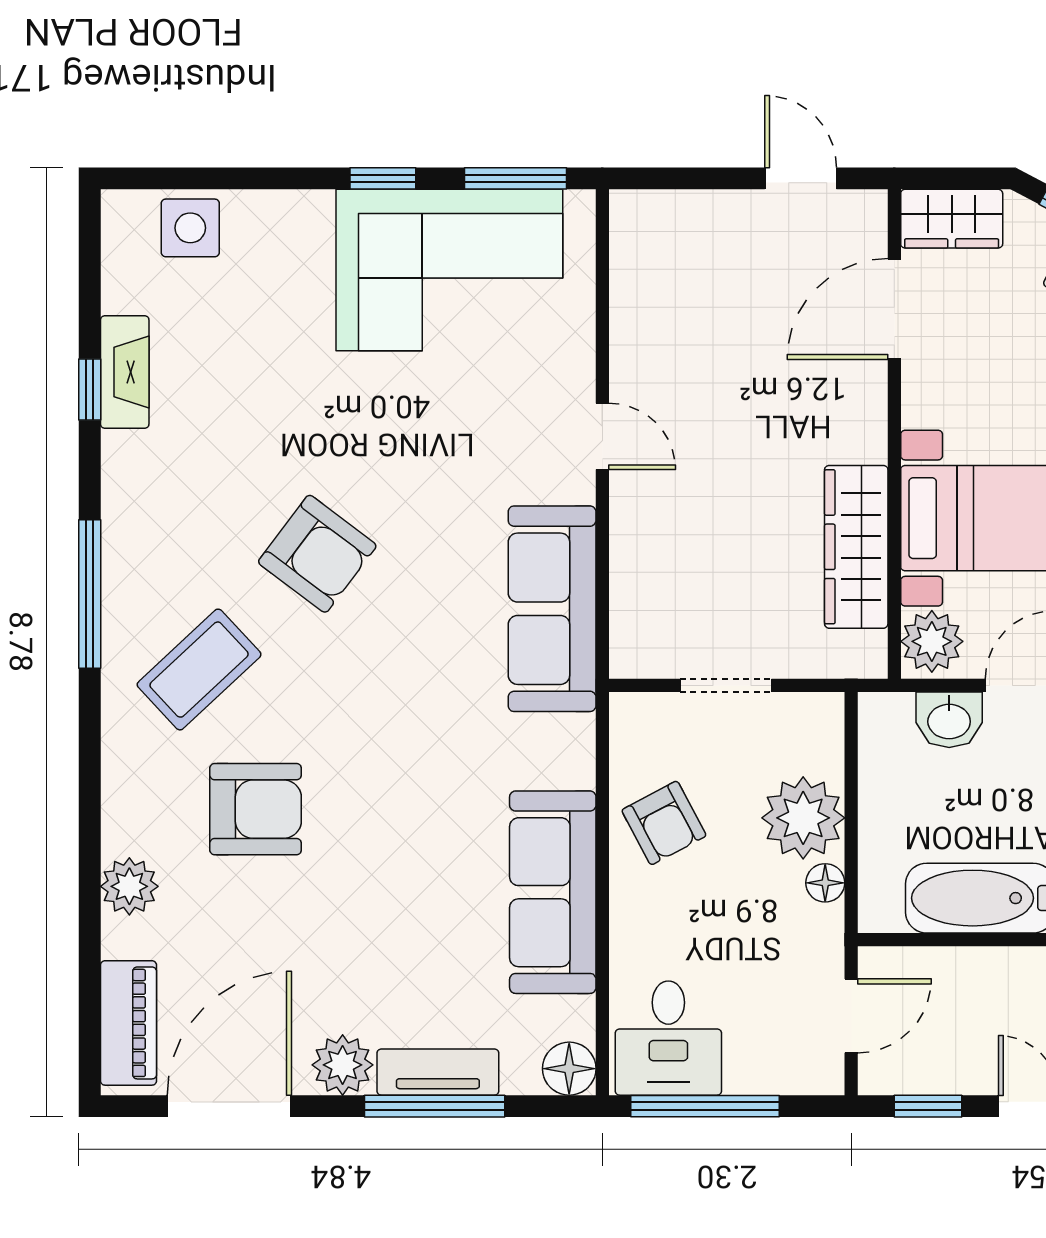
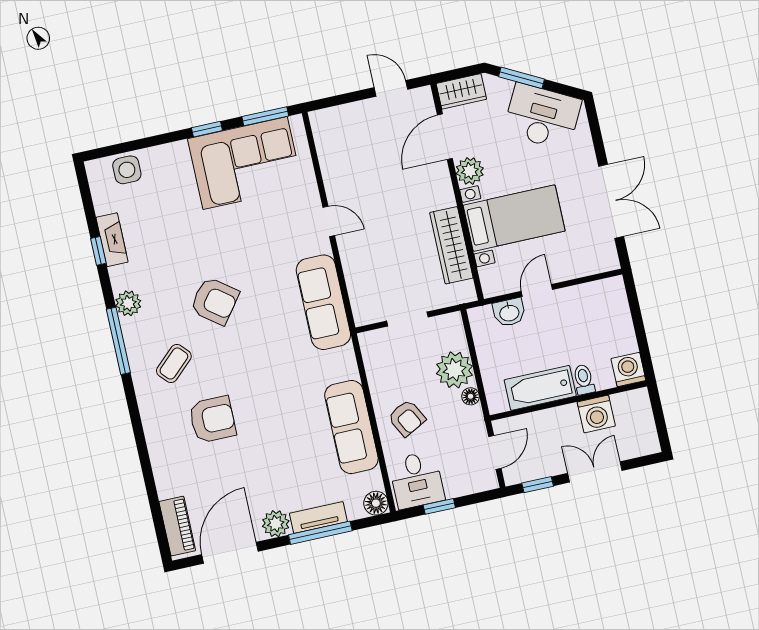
plant: (932, 641) -> (470, 171), moved
coffee table: (199, 670) -> (174, 363), width x0.73, depth x0.77
armchair: (664, 823) -> (407, 418), moved
plant: (129, 886) -> (128, 303), moved
window: (705, 1106) -> (439, 506), width x0.46

